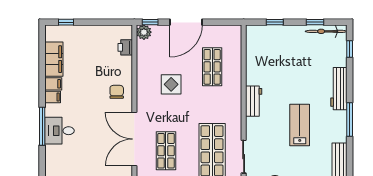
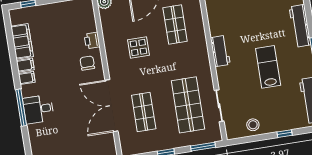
printer: (125, 47) -> (92, 40), moved

